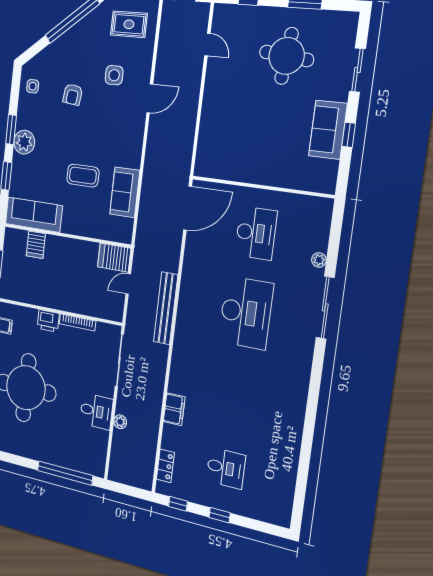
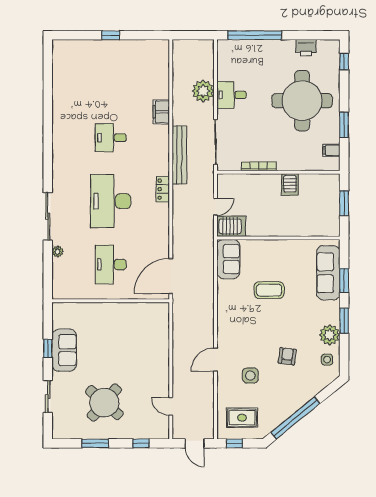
round table: (287, 56) -> (104, 403), turned 35
plant: (24, 142) -> (330, 335), moved
sofa: (125, 192) -> (228, 259), moved
sofa: (34, 215) -> (328, 273), moved, turned 90
server rack: (36, 245) -> (290, 185), moved, turned 180
bench: (166, 308) -> (179, 155), moved
printer: (48, 321) -> (306, 48), moved, turned 180
plant: (120, 422) -> (203, 91), width x1.87, depth x1.87
locker: (165, 466) -> (163, 189), moved
desk: (226, 468) -> (111, 138), moved
window: (178, 504) -> (148, 35), removed

